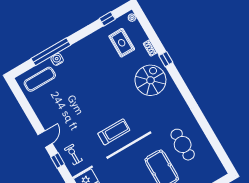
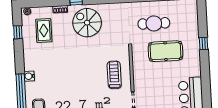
rug: (122, 43) -> (44, 31), turned 90
water cooler: (57, 59) -> (29, 76), moved

